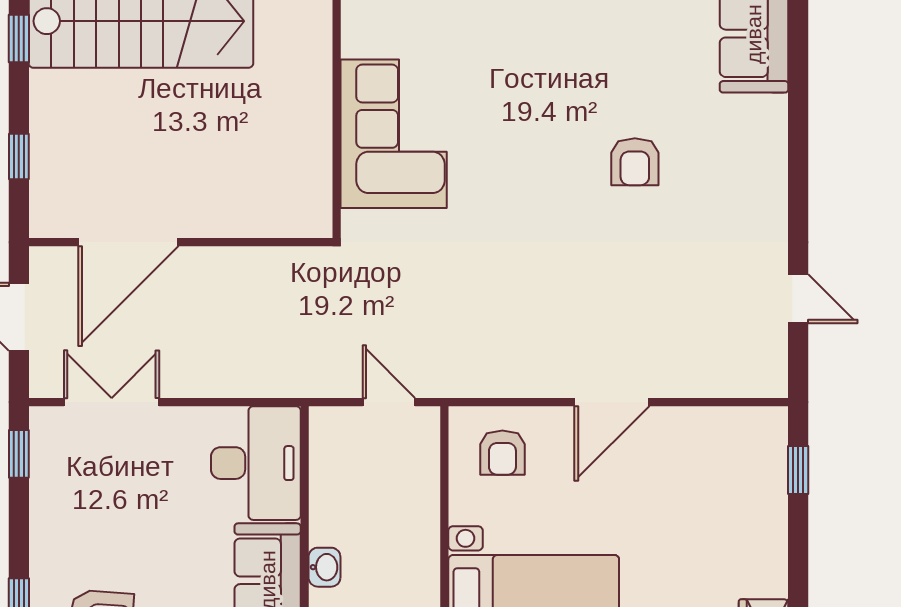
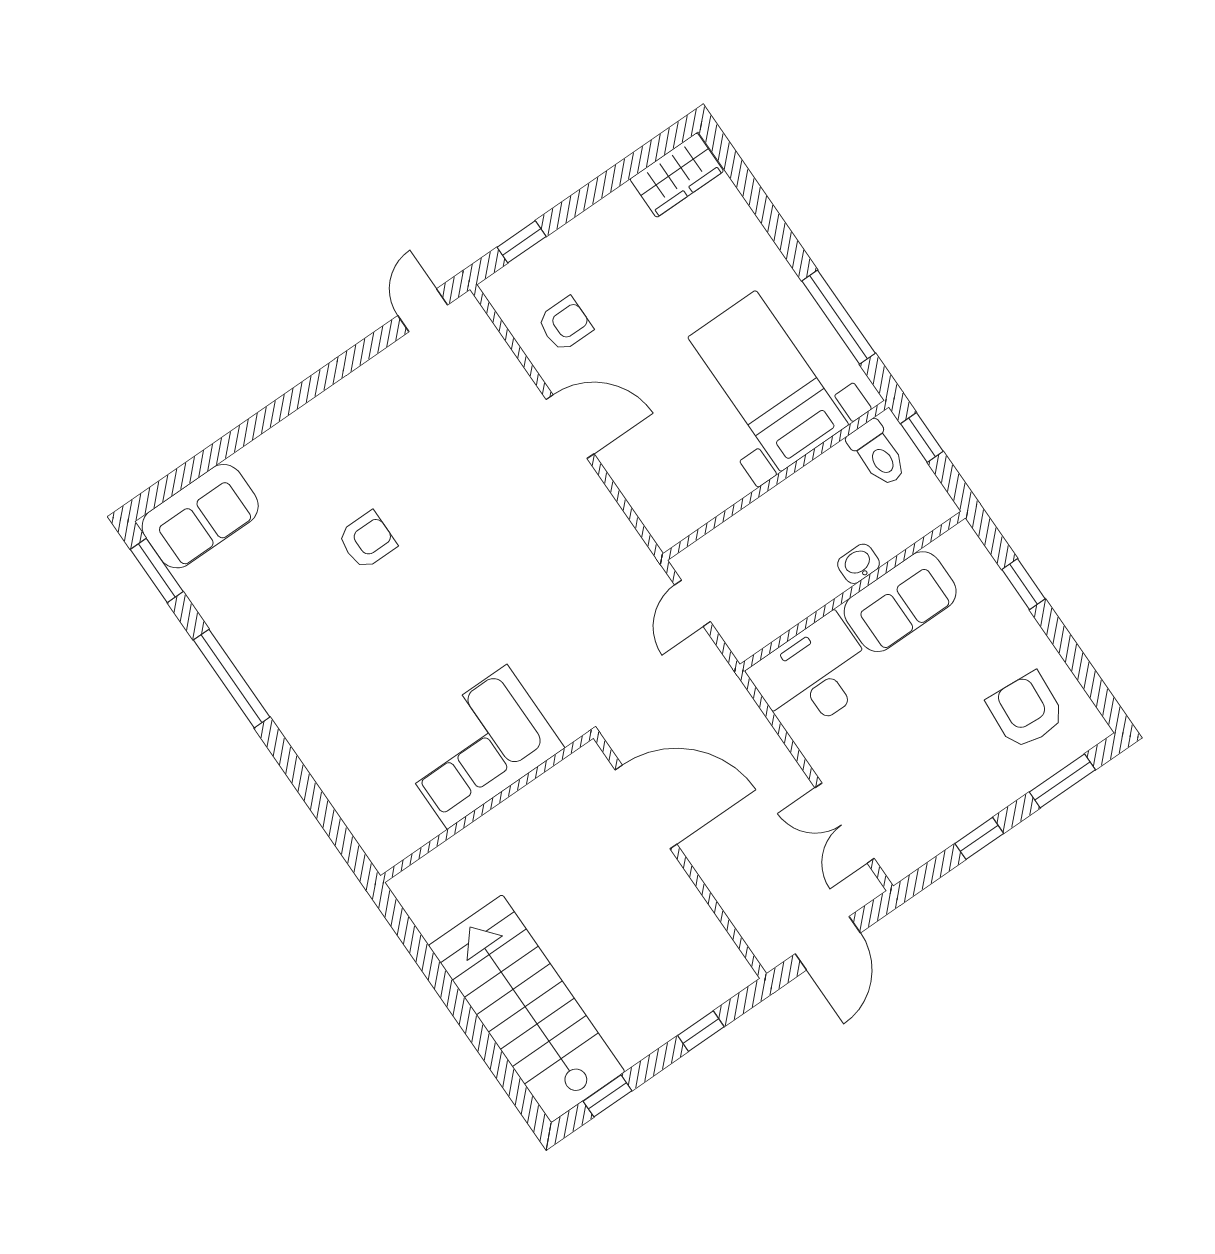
door: (128, 242) -> (646, 807), moved
door: (798, 299) -> (423, 310), moved
armchair: (502, 453) -> (565, 324), moved
window: (19, 454) -> (979, 838), moved

